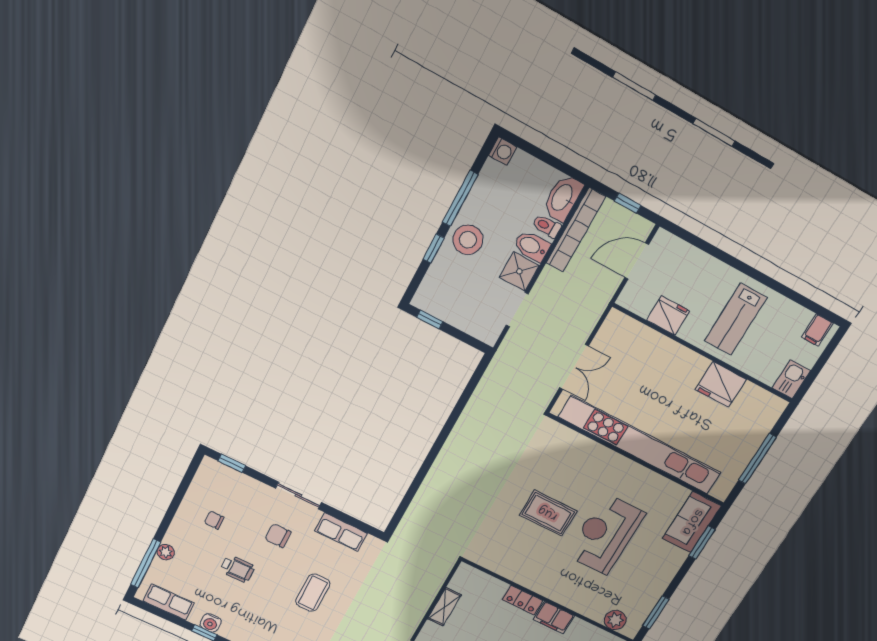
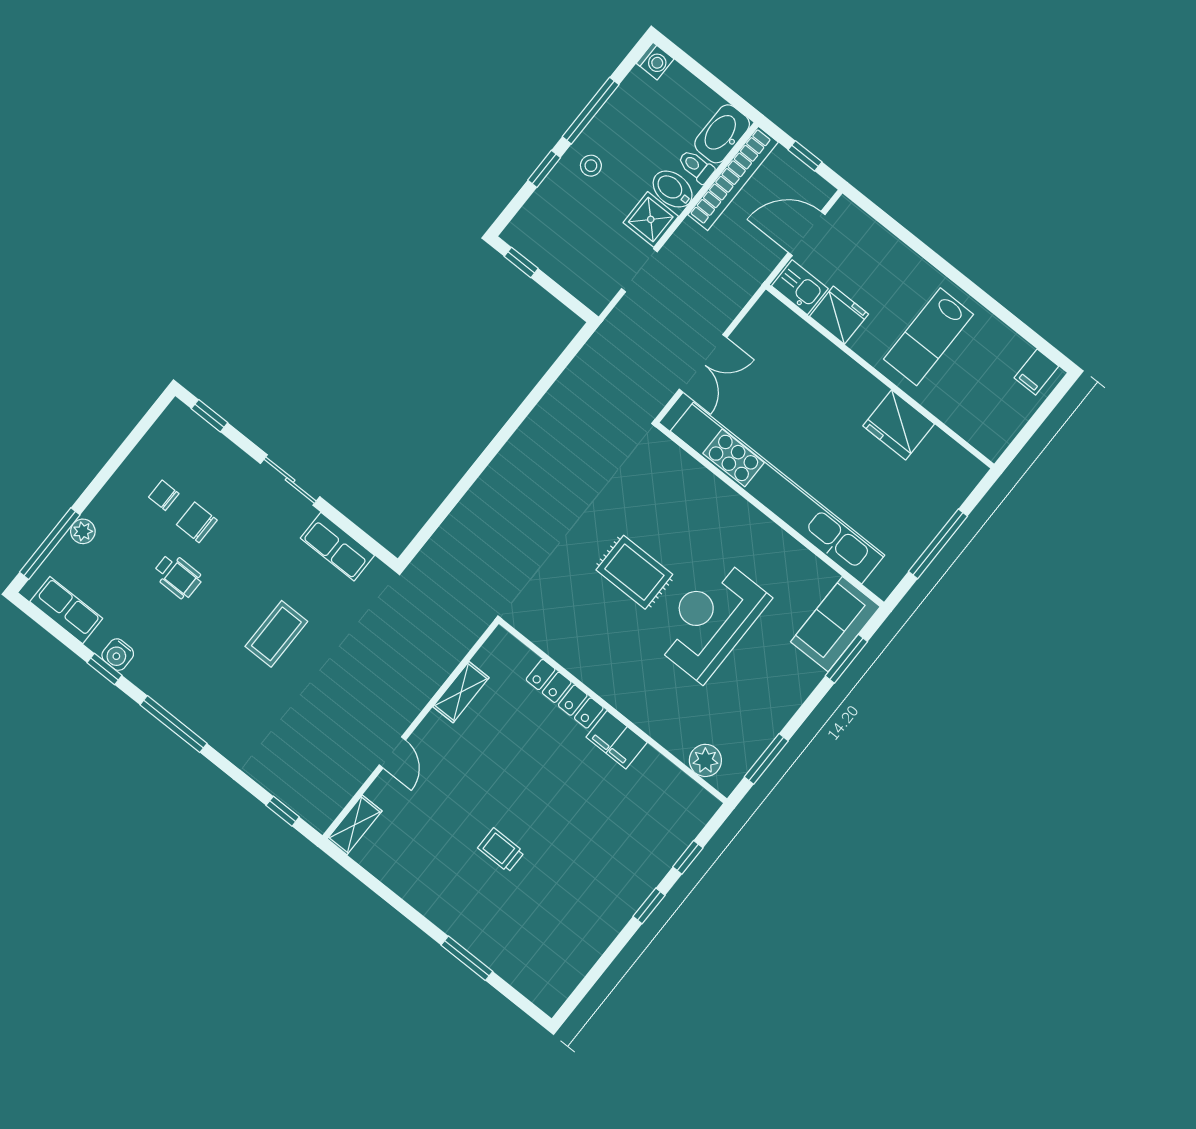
stool: (468, 240) -> (591, 166), width x0.53, depth x0.53
kitchen sink: (791, 379) -> (800, 287), moved, turned 90
chair: (278, 536) -> (197, 522), moved
locker: (523, 600) -> (565, 694), width x1.53

